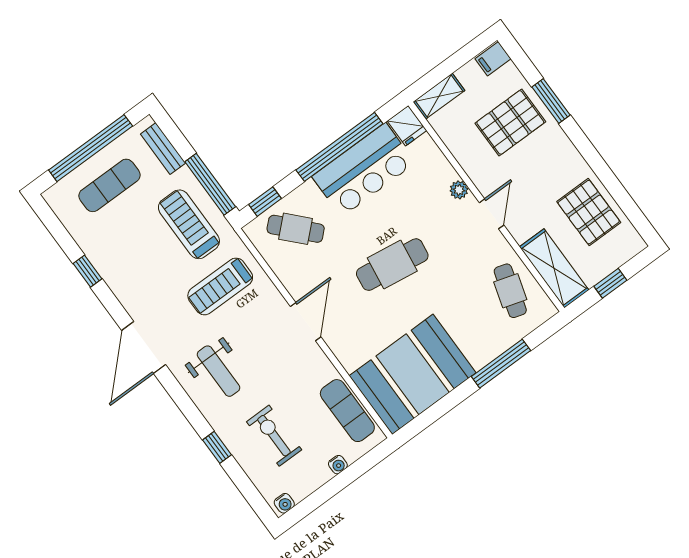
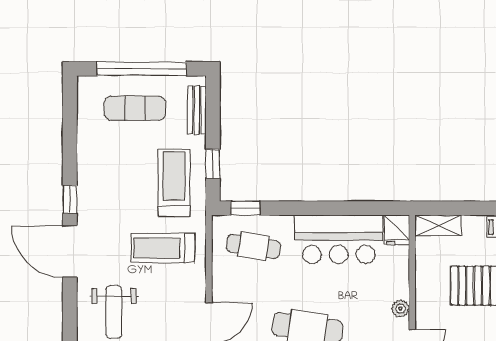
window: (339, 147) -> (333, 208), removed
window: (210, 184) -> (213, 164), width x0.46
cafe table: (296, 229) -> (253, 246), turned -38
window: (88, 271) -> (70, 199), moved
door: (144, 348) -> (70, 252), hinge flipped

